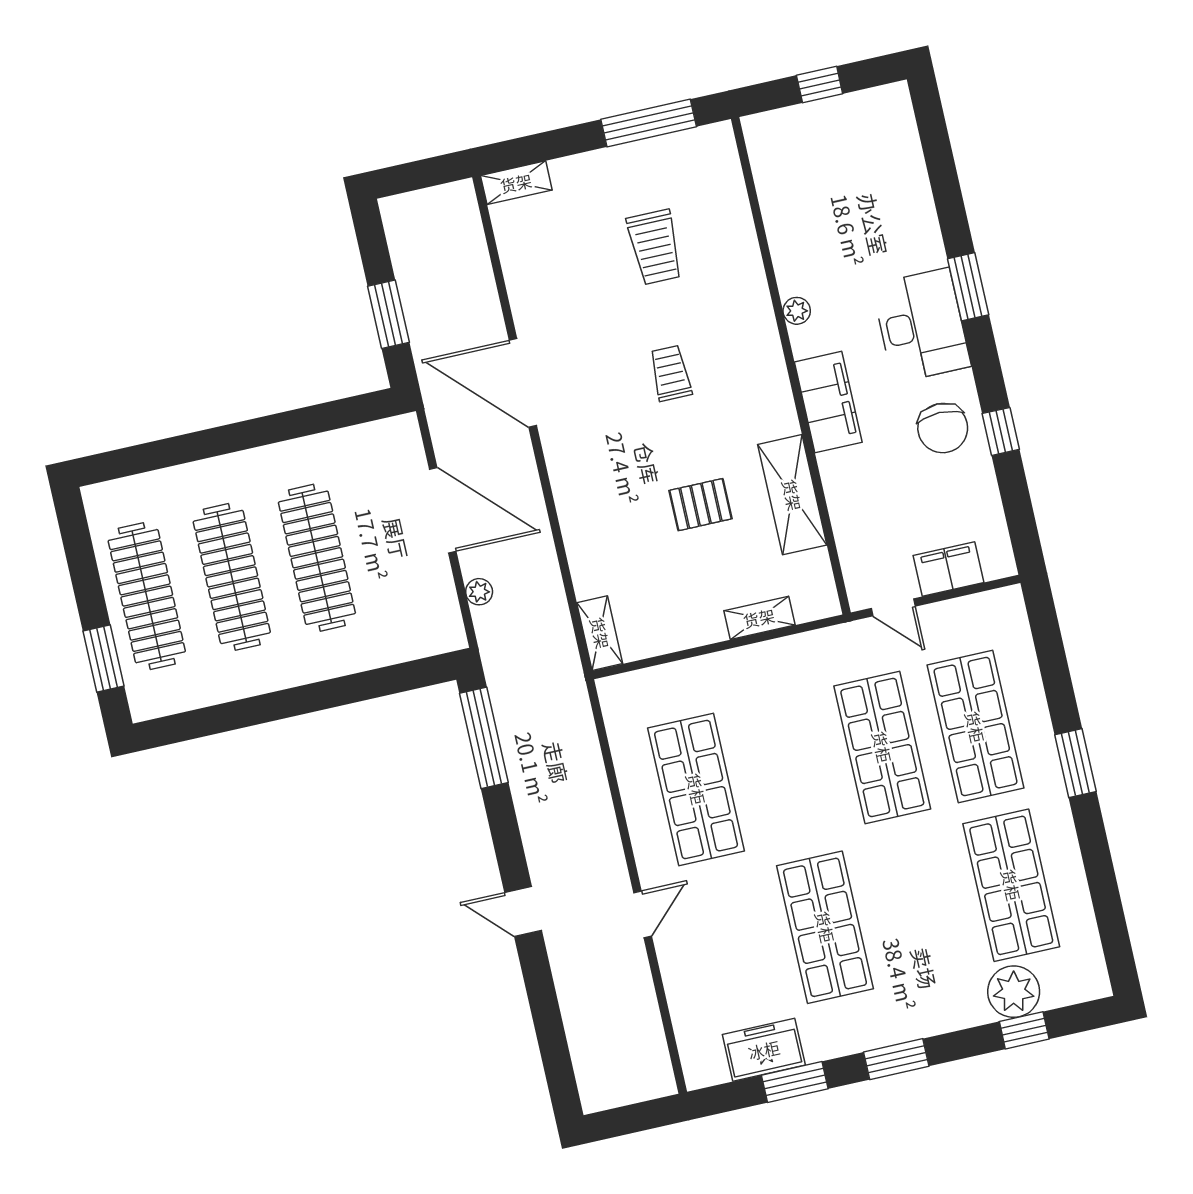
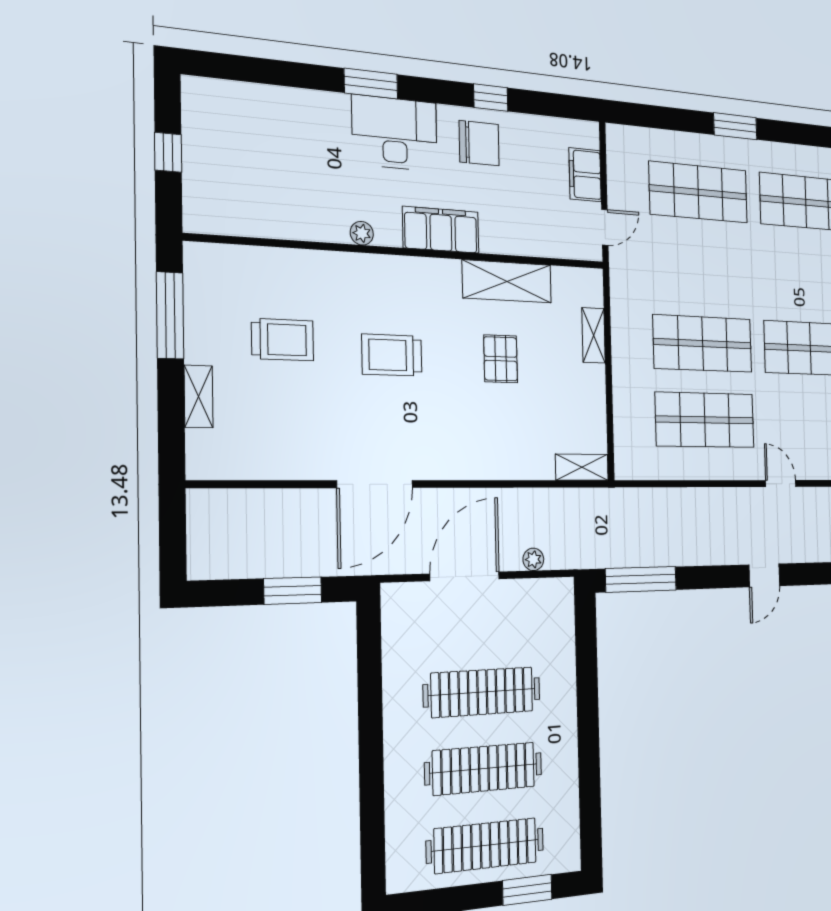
shelving: (516, 183) -> (198, 396), moved
trolley: (671, 373) -> (392, 355), width x1.36, depth x1.39
shop shelf: (882, 747) -> (703, 344), moved

